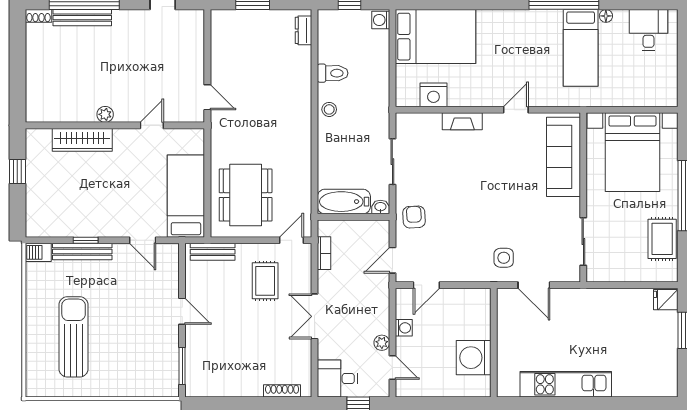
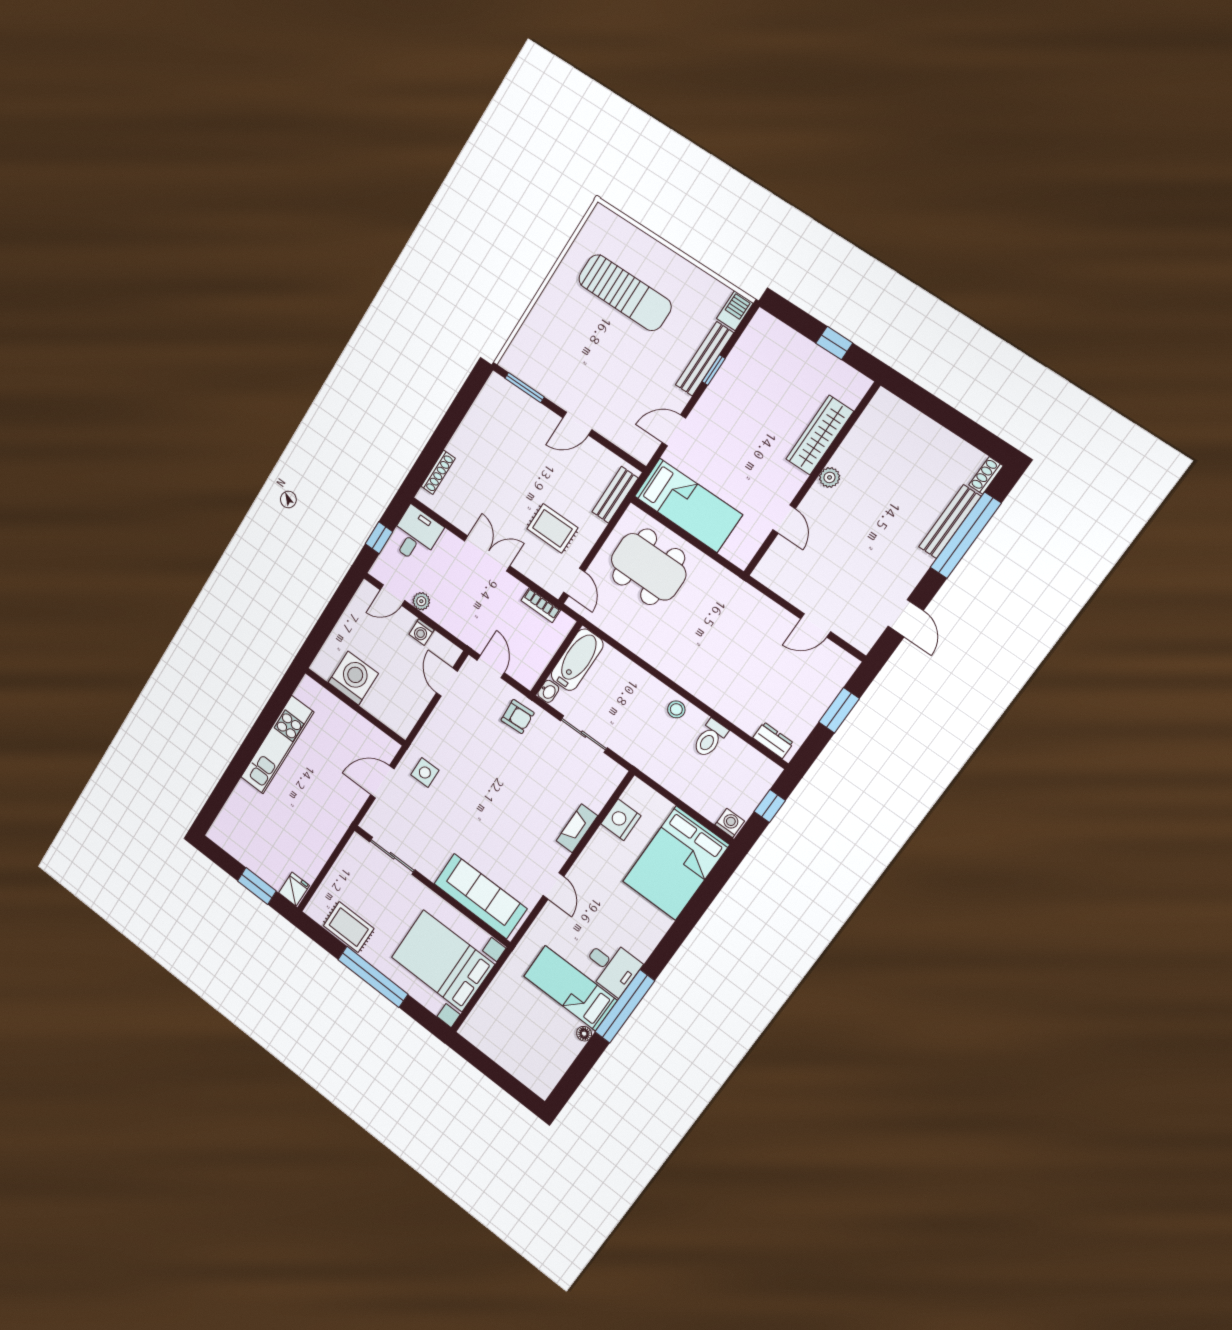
desk: (648, 30) -> (611, 967), moved
door: (207, 97) -> (815, 625), moved

